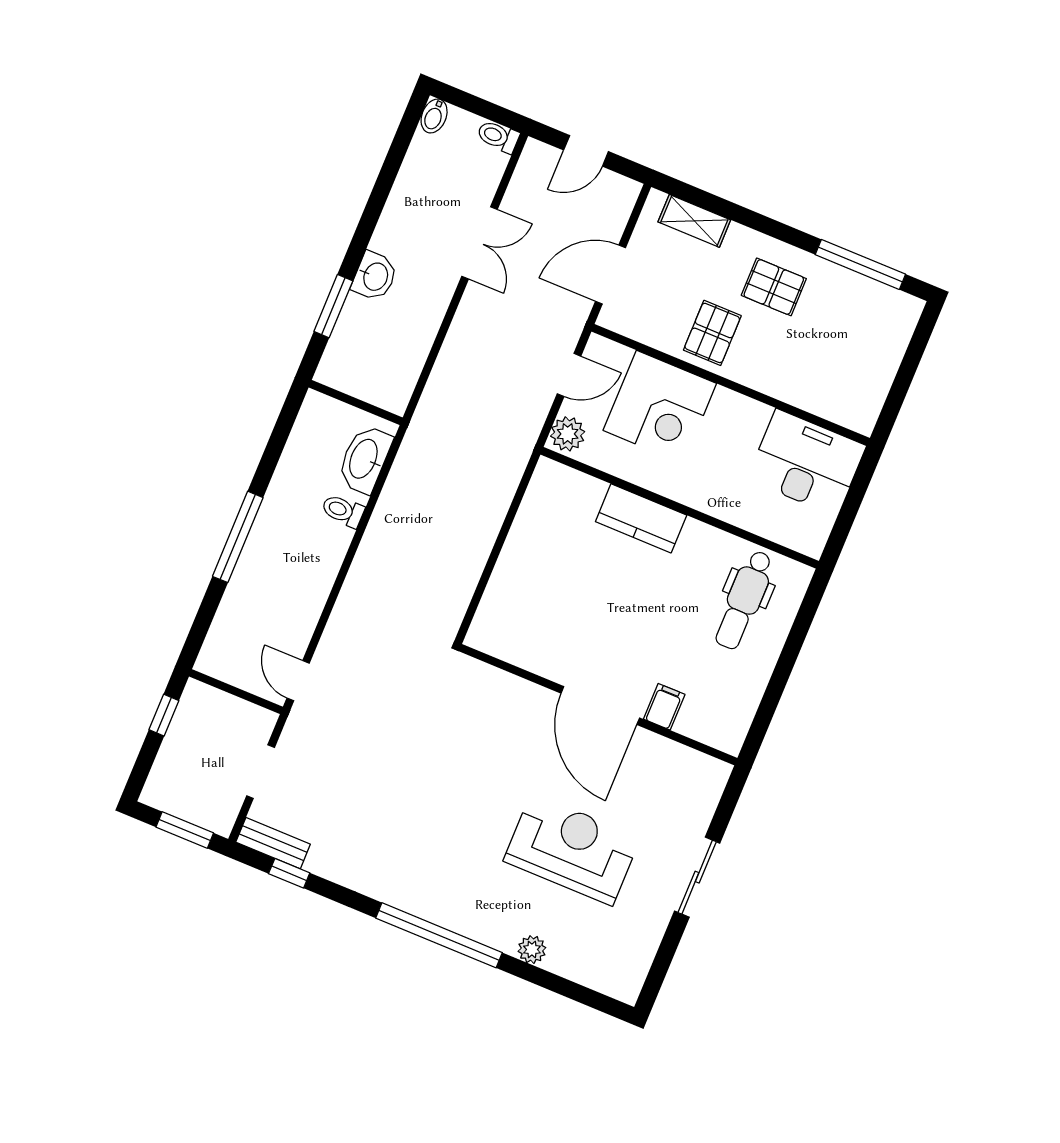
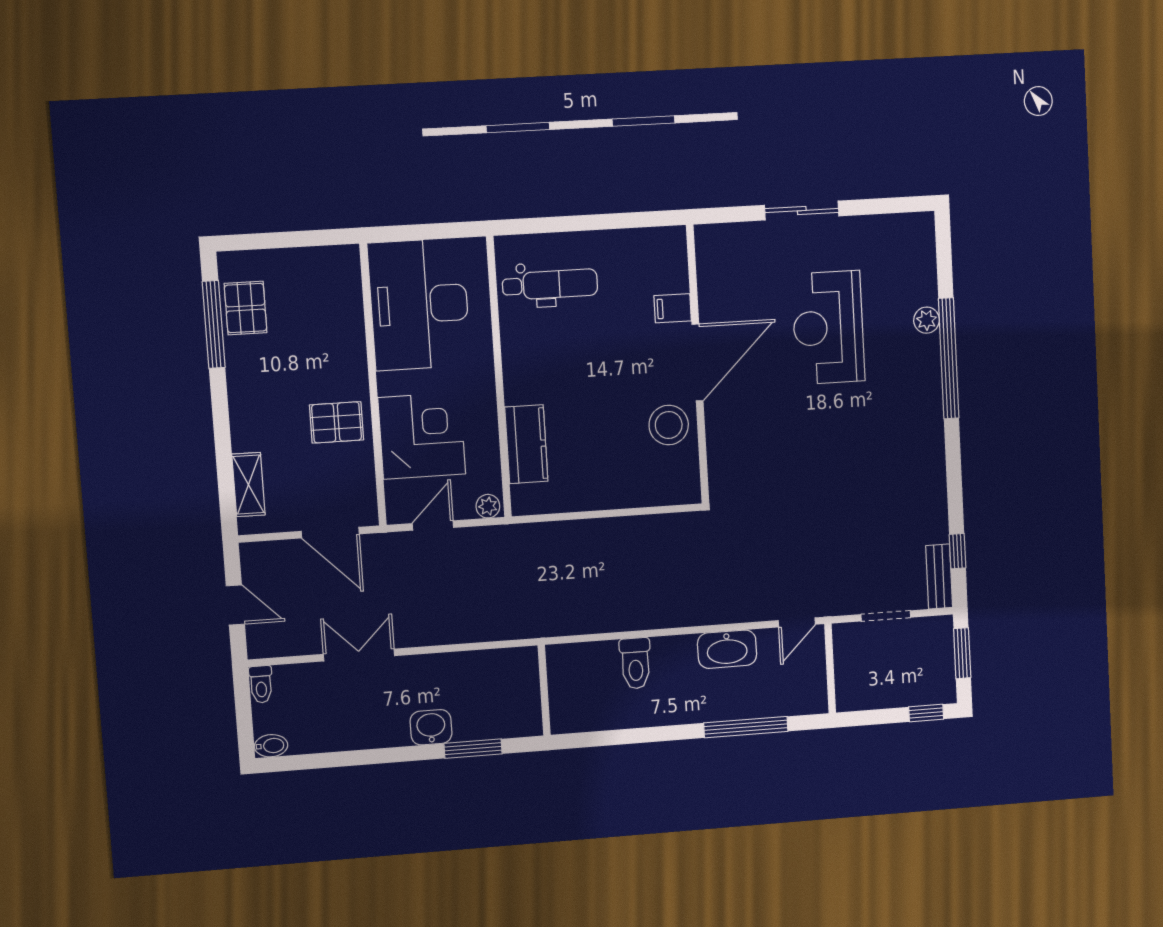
pallet: (774, 287) -> (246, 308), moved
door: (569, 375) -> (433, 526), hinge flipped
plant: (568, 434) -> (488, 506), width x0.73, depth x0.73
washbasin: (364, 459) -> (727, 649), moved
desk: (807, 462) -> (419, 304), width x1.36, depth x1.30
toilet: (343, 511) -> (635, 663), width x1.37, depth x1.39
kitchen counter: (641, 518) -> (526, 444), moved
window: (238, 537) -> (746, 727), moved
stool: (554, 648) -> (669, 425), added
window: (164, 715) -> (926, 713), moved
window: (439, 935) -> (949, 358), moved

